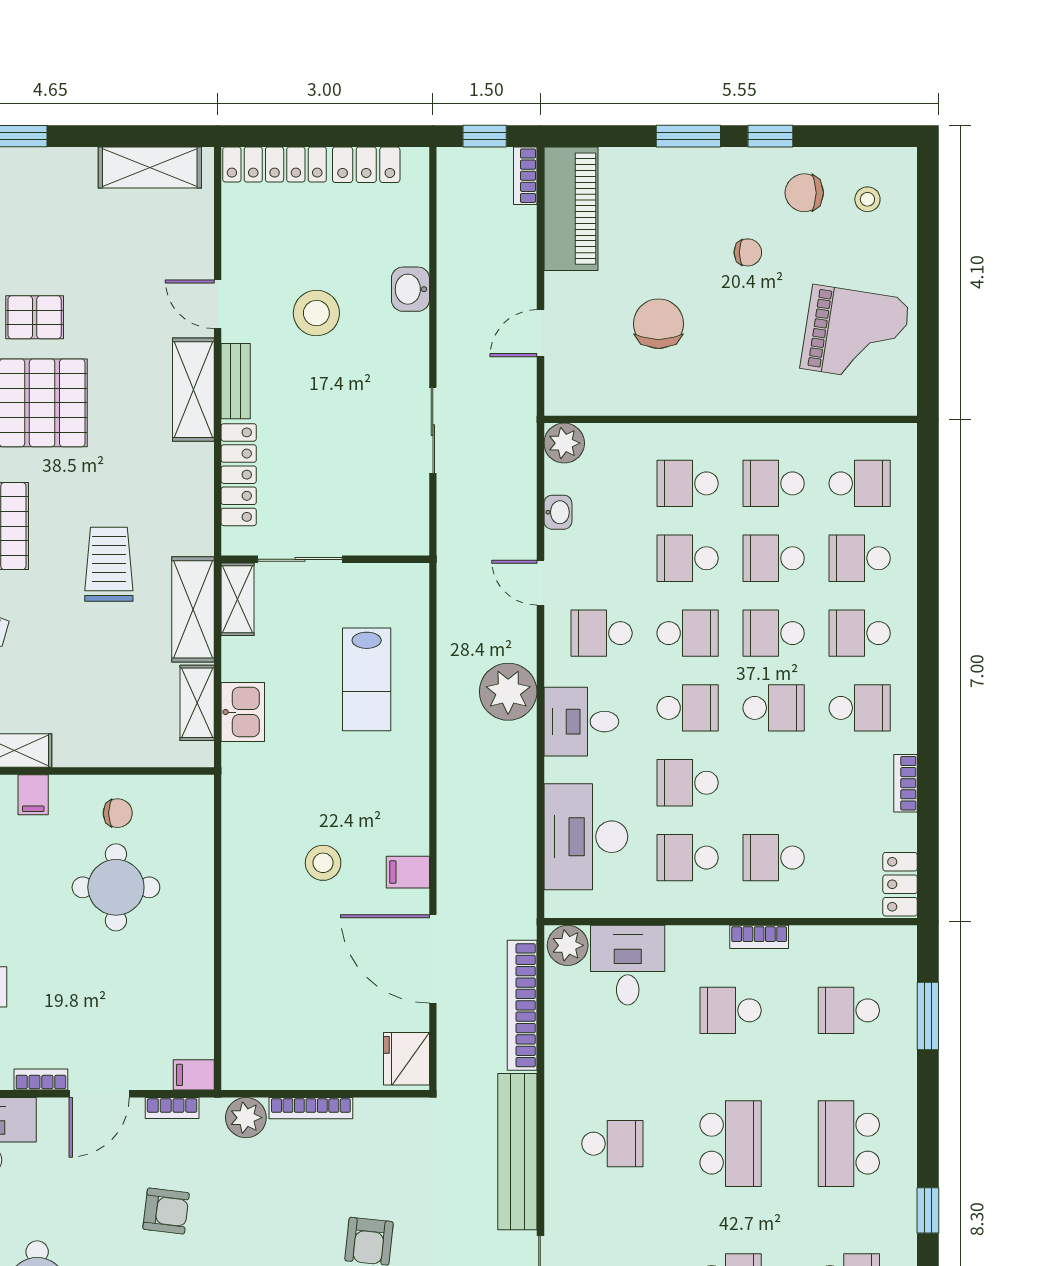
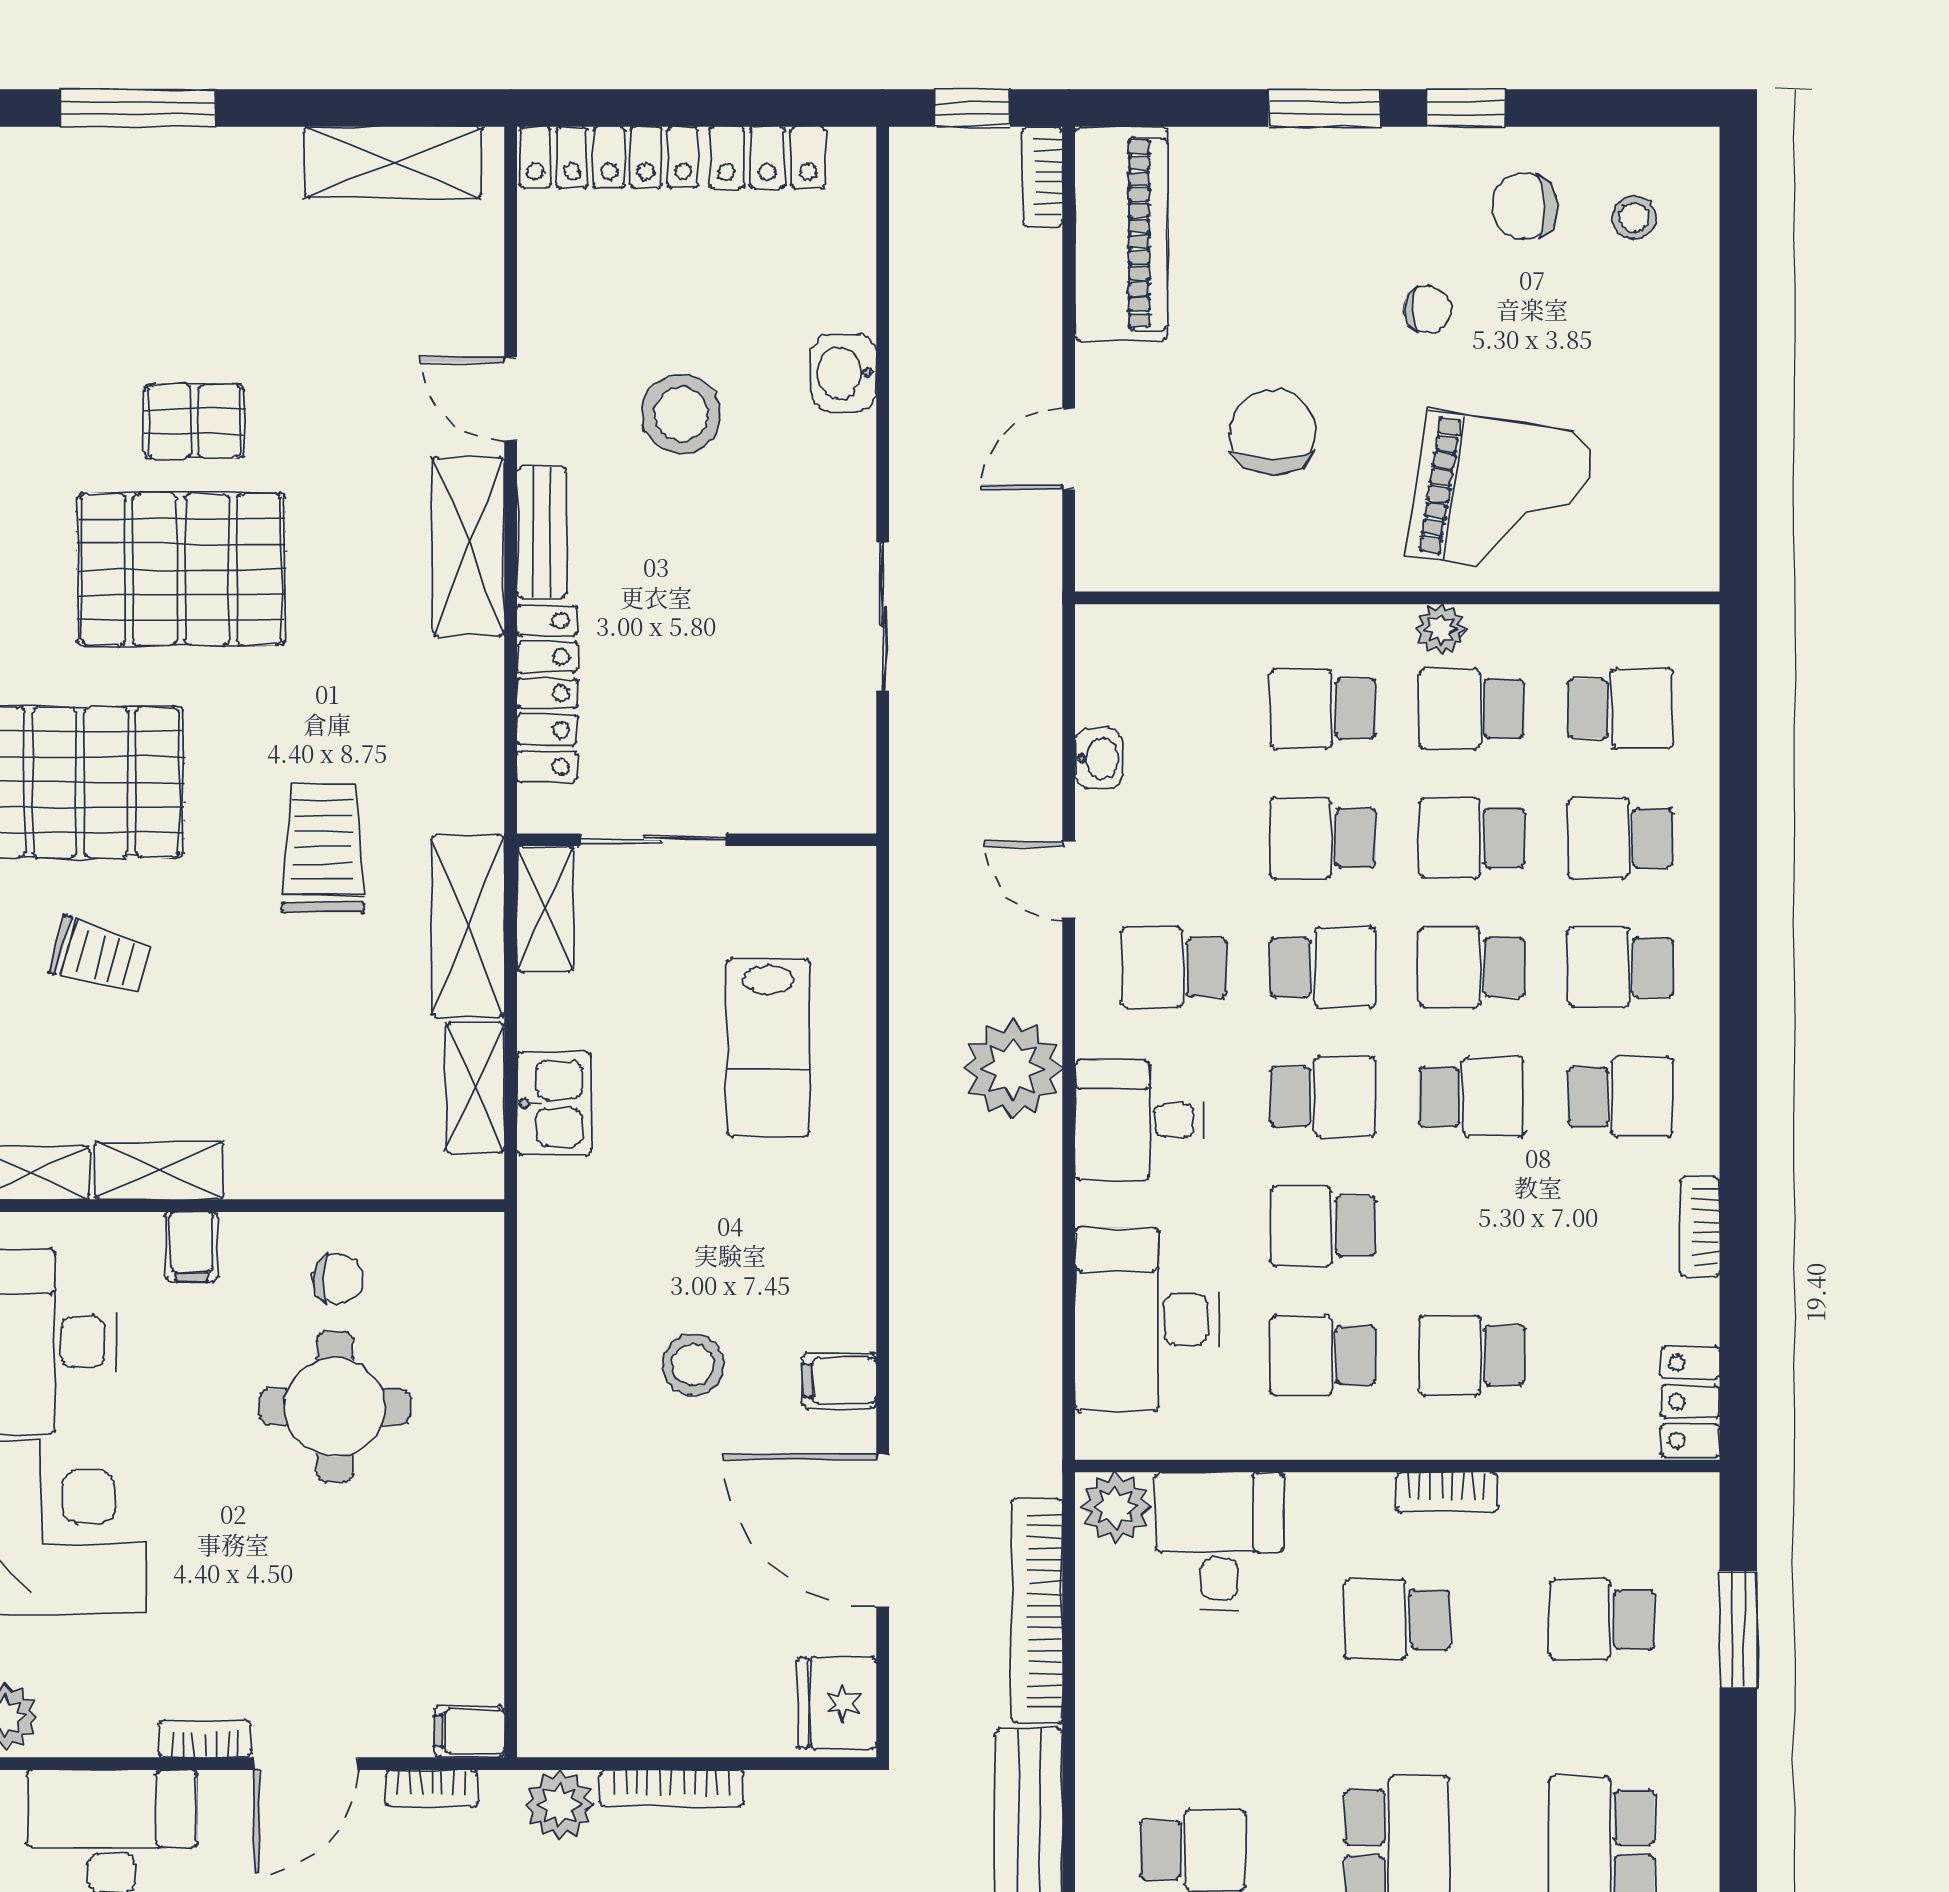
grand piano: (855, 334) -> (1501, 495), moved
plant: (564, 443) -> (1441, 629), moved, width x0.73, depth x0.73

